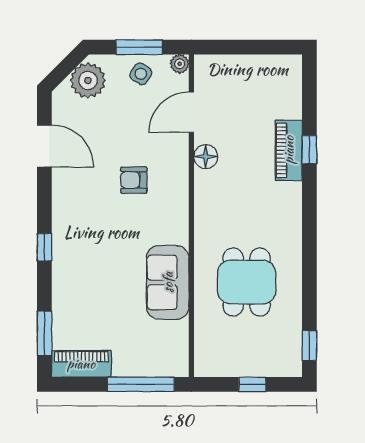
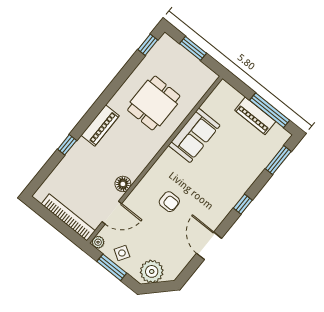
bookcase: (239, 65) -> (68, 217), added
door: (44, 146) -> (209, 246), moved
piano: (289, 150) -> (100, 125), moved
piano: (81, 364) -> (255, 116), moved
window: (141, 384) -> (270, 110), moved
window: (252, 384) -> (193, 48), width x1.50

